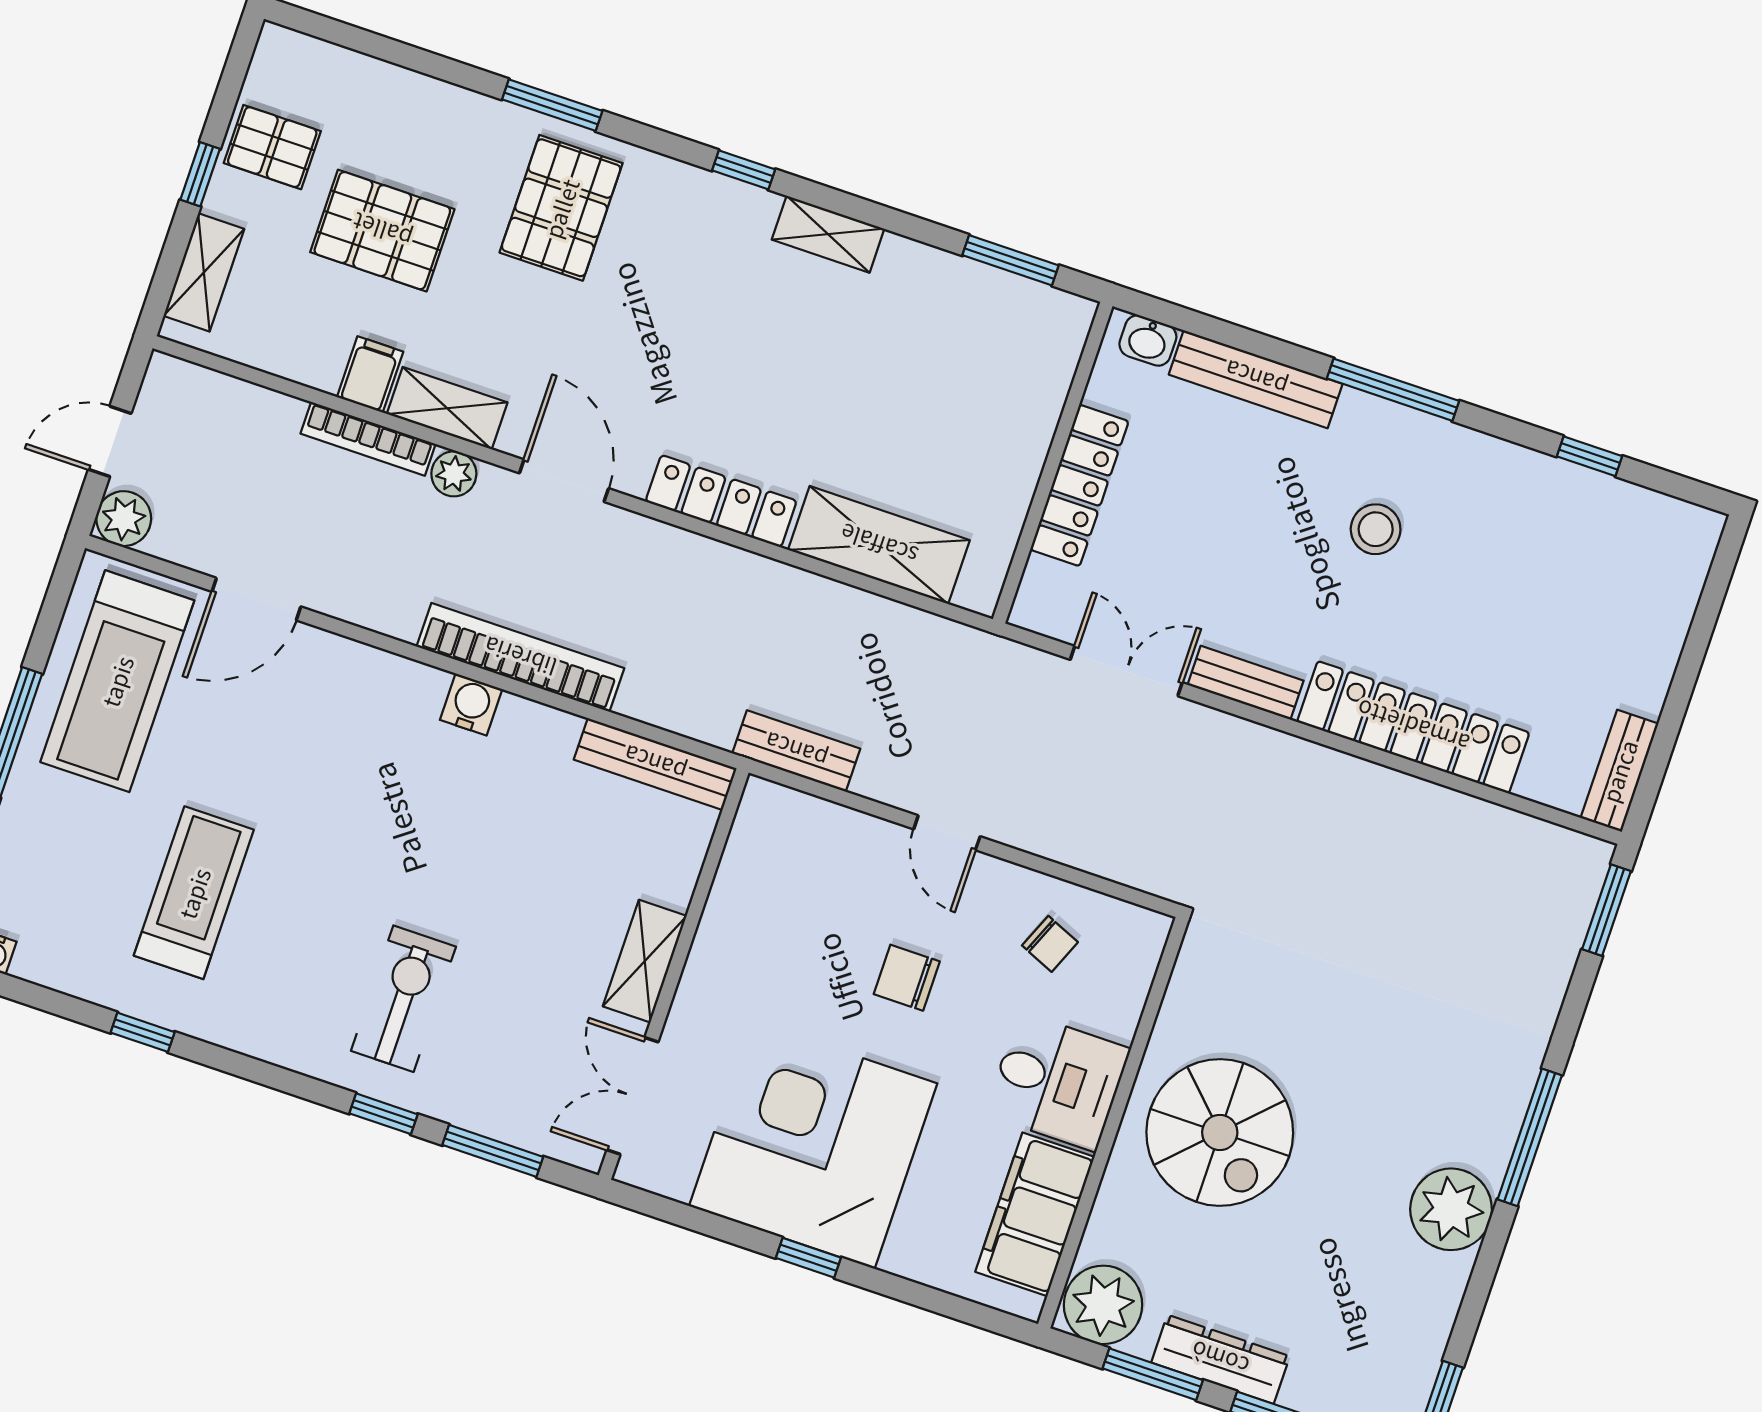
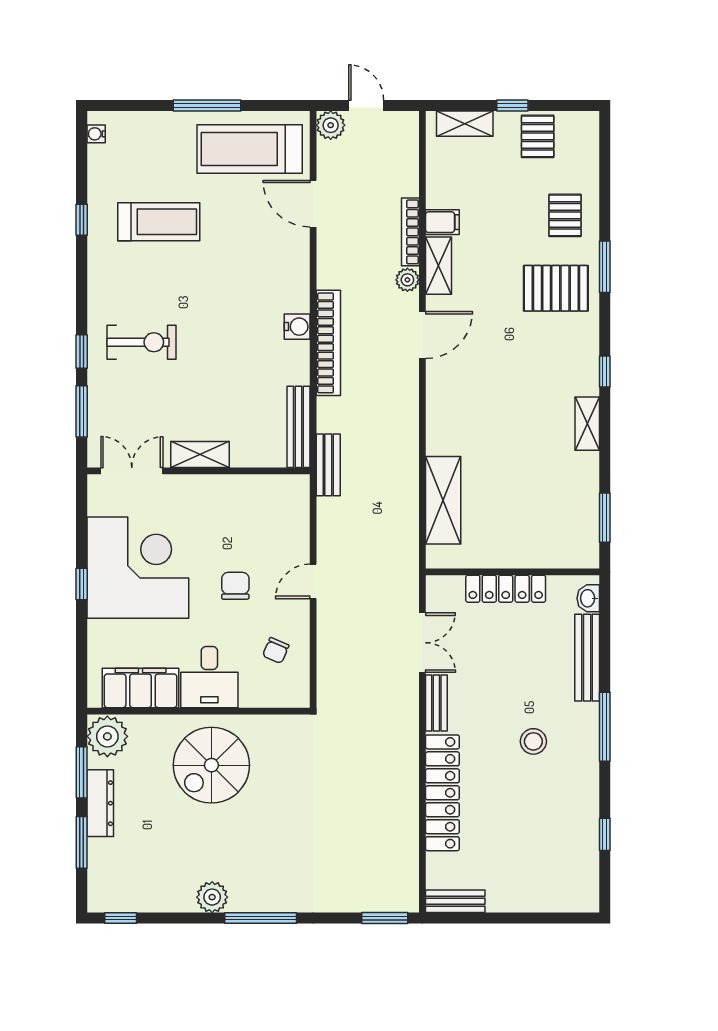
pallet: (382, 231) -> (565, 215), moved, width x0.67, depth x0.71
locker: (721, 501) -> (438, 415), removed
bench: (796, 751) -> (328, 465), moved
plant: (1451, 1209) -> (212, 897), width x0.73, depth x0.73

